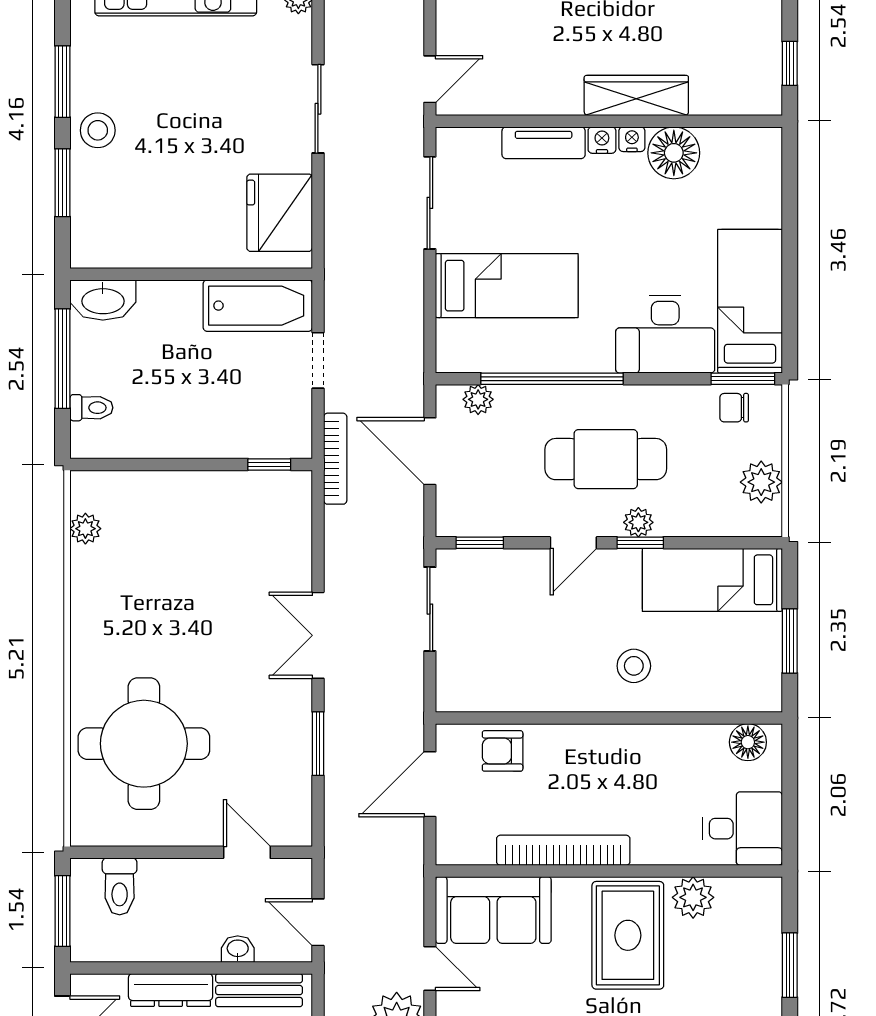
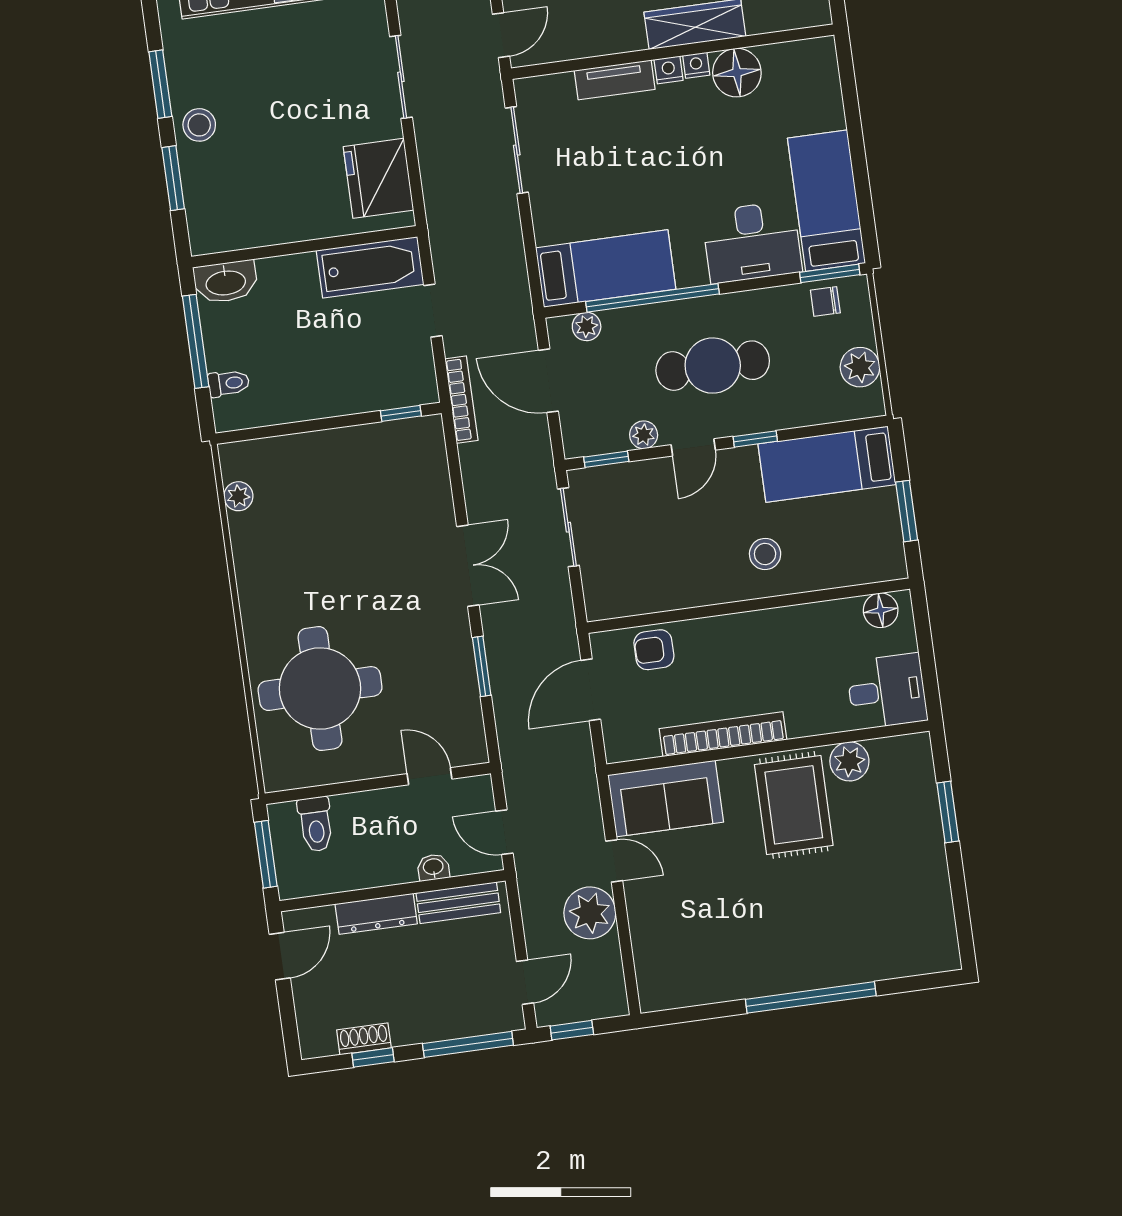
bed: (507, 286) -> (606, 269), moved
plant: (638, 522) -> (644, 435), moved
double door: (318, 635) -> (468, 566), swing flipped

